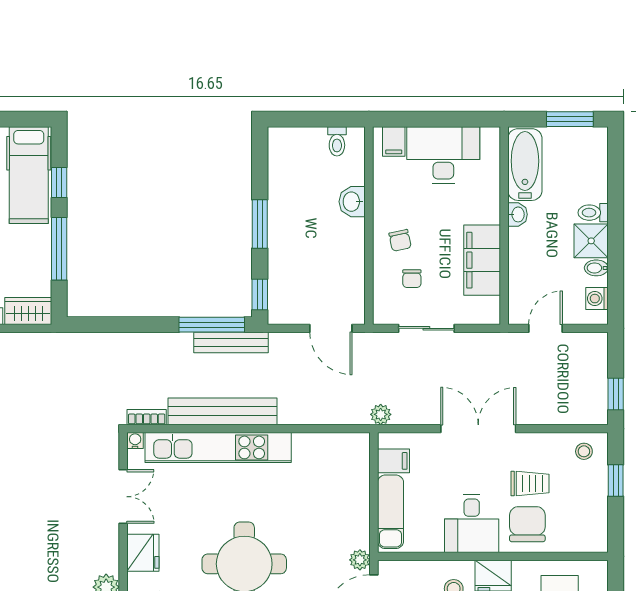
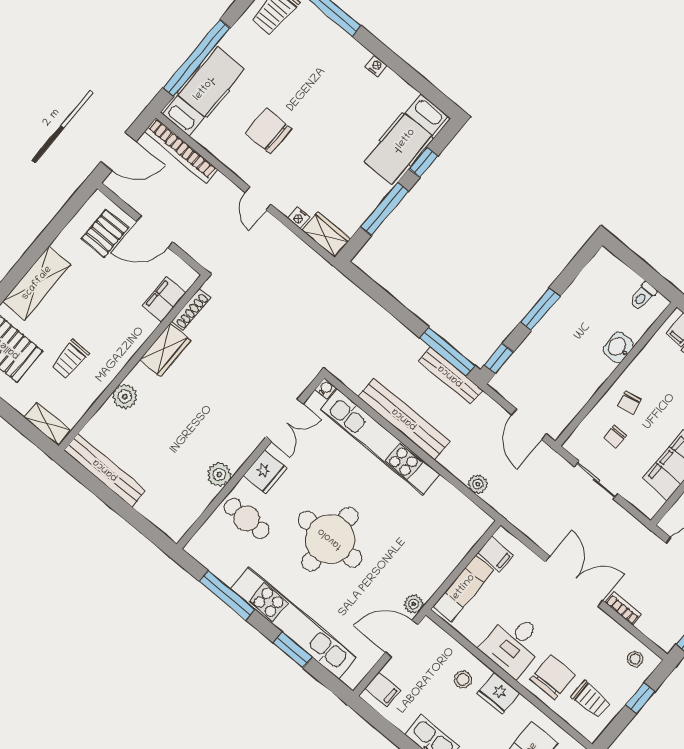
plant: (381, 414) -> (478, 484), moved
bookcase: (147, 417) -> (623, 608), moved
trolley: (530, 484) -> (591, 700), moved

